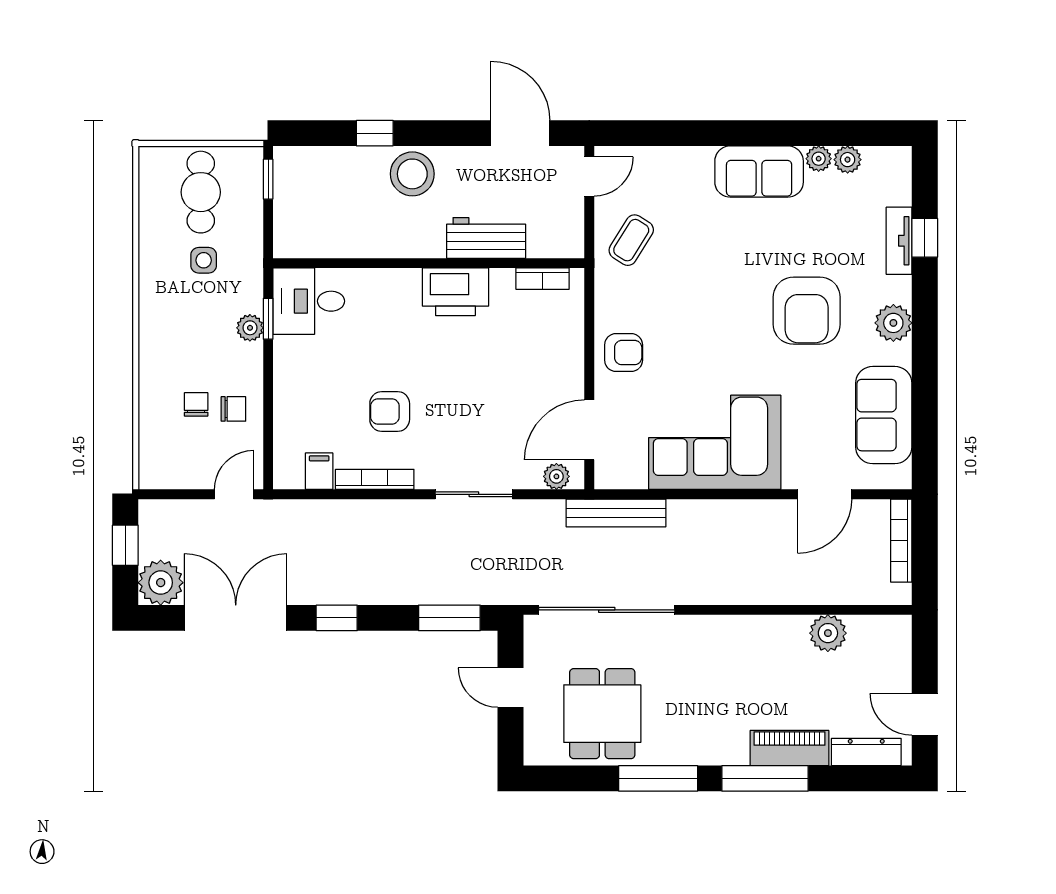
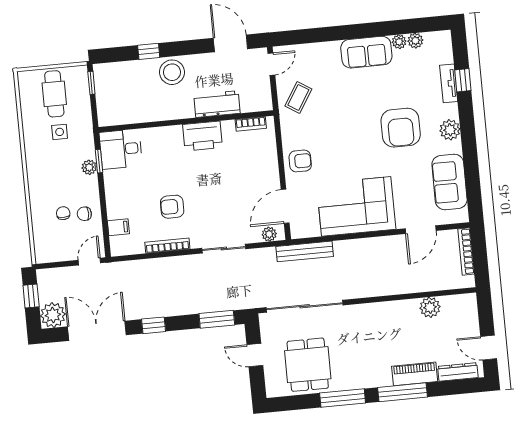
chair: (233, 409) -> (84, 214), turned 180
filing cabinet: (319, 471) -> (118, 227), moved, turned 90

